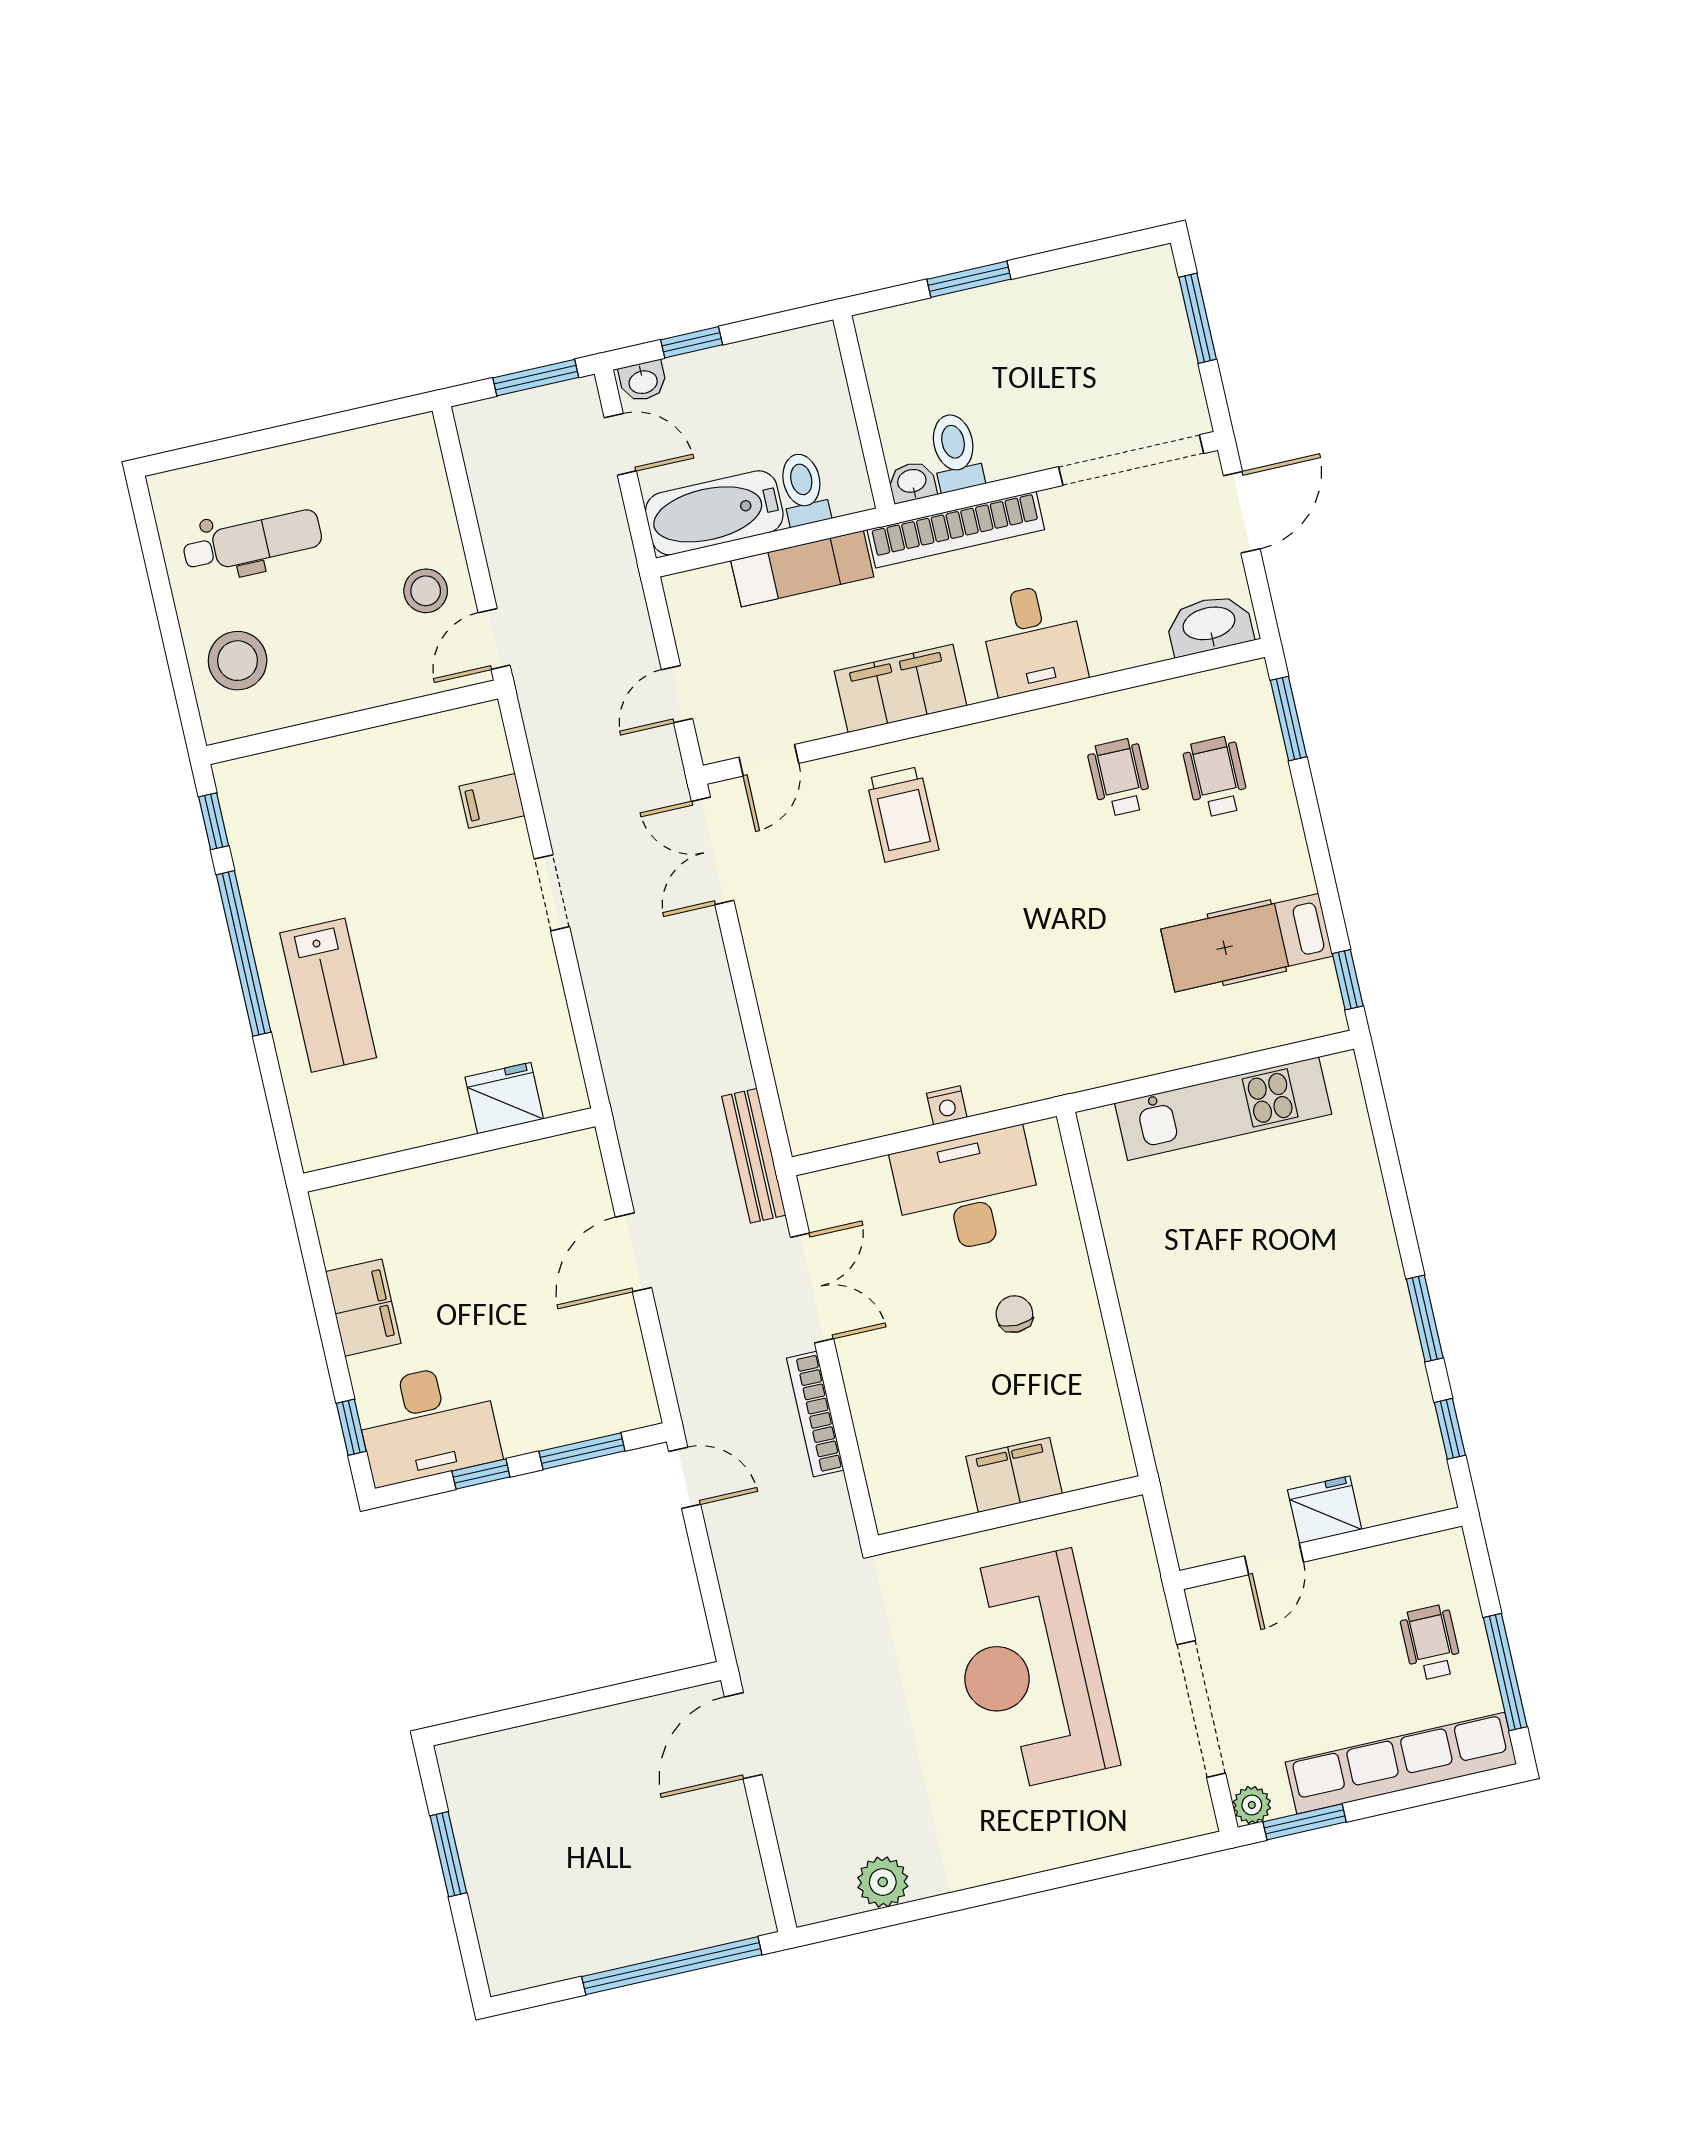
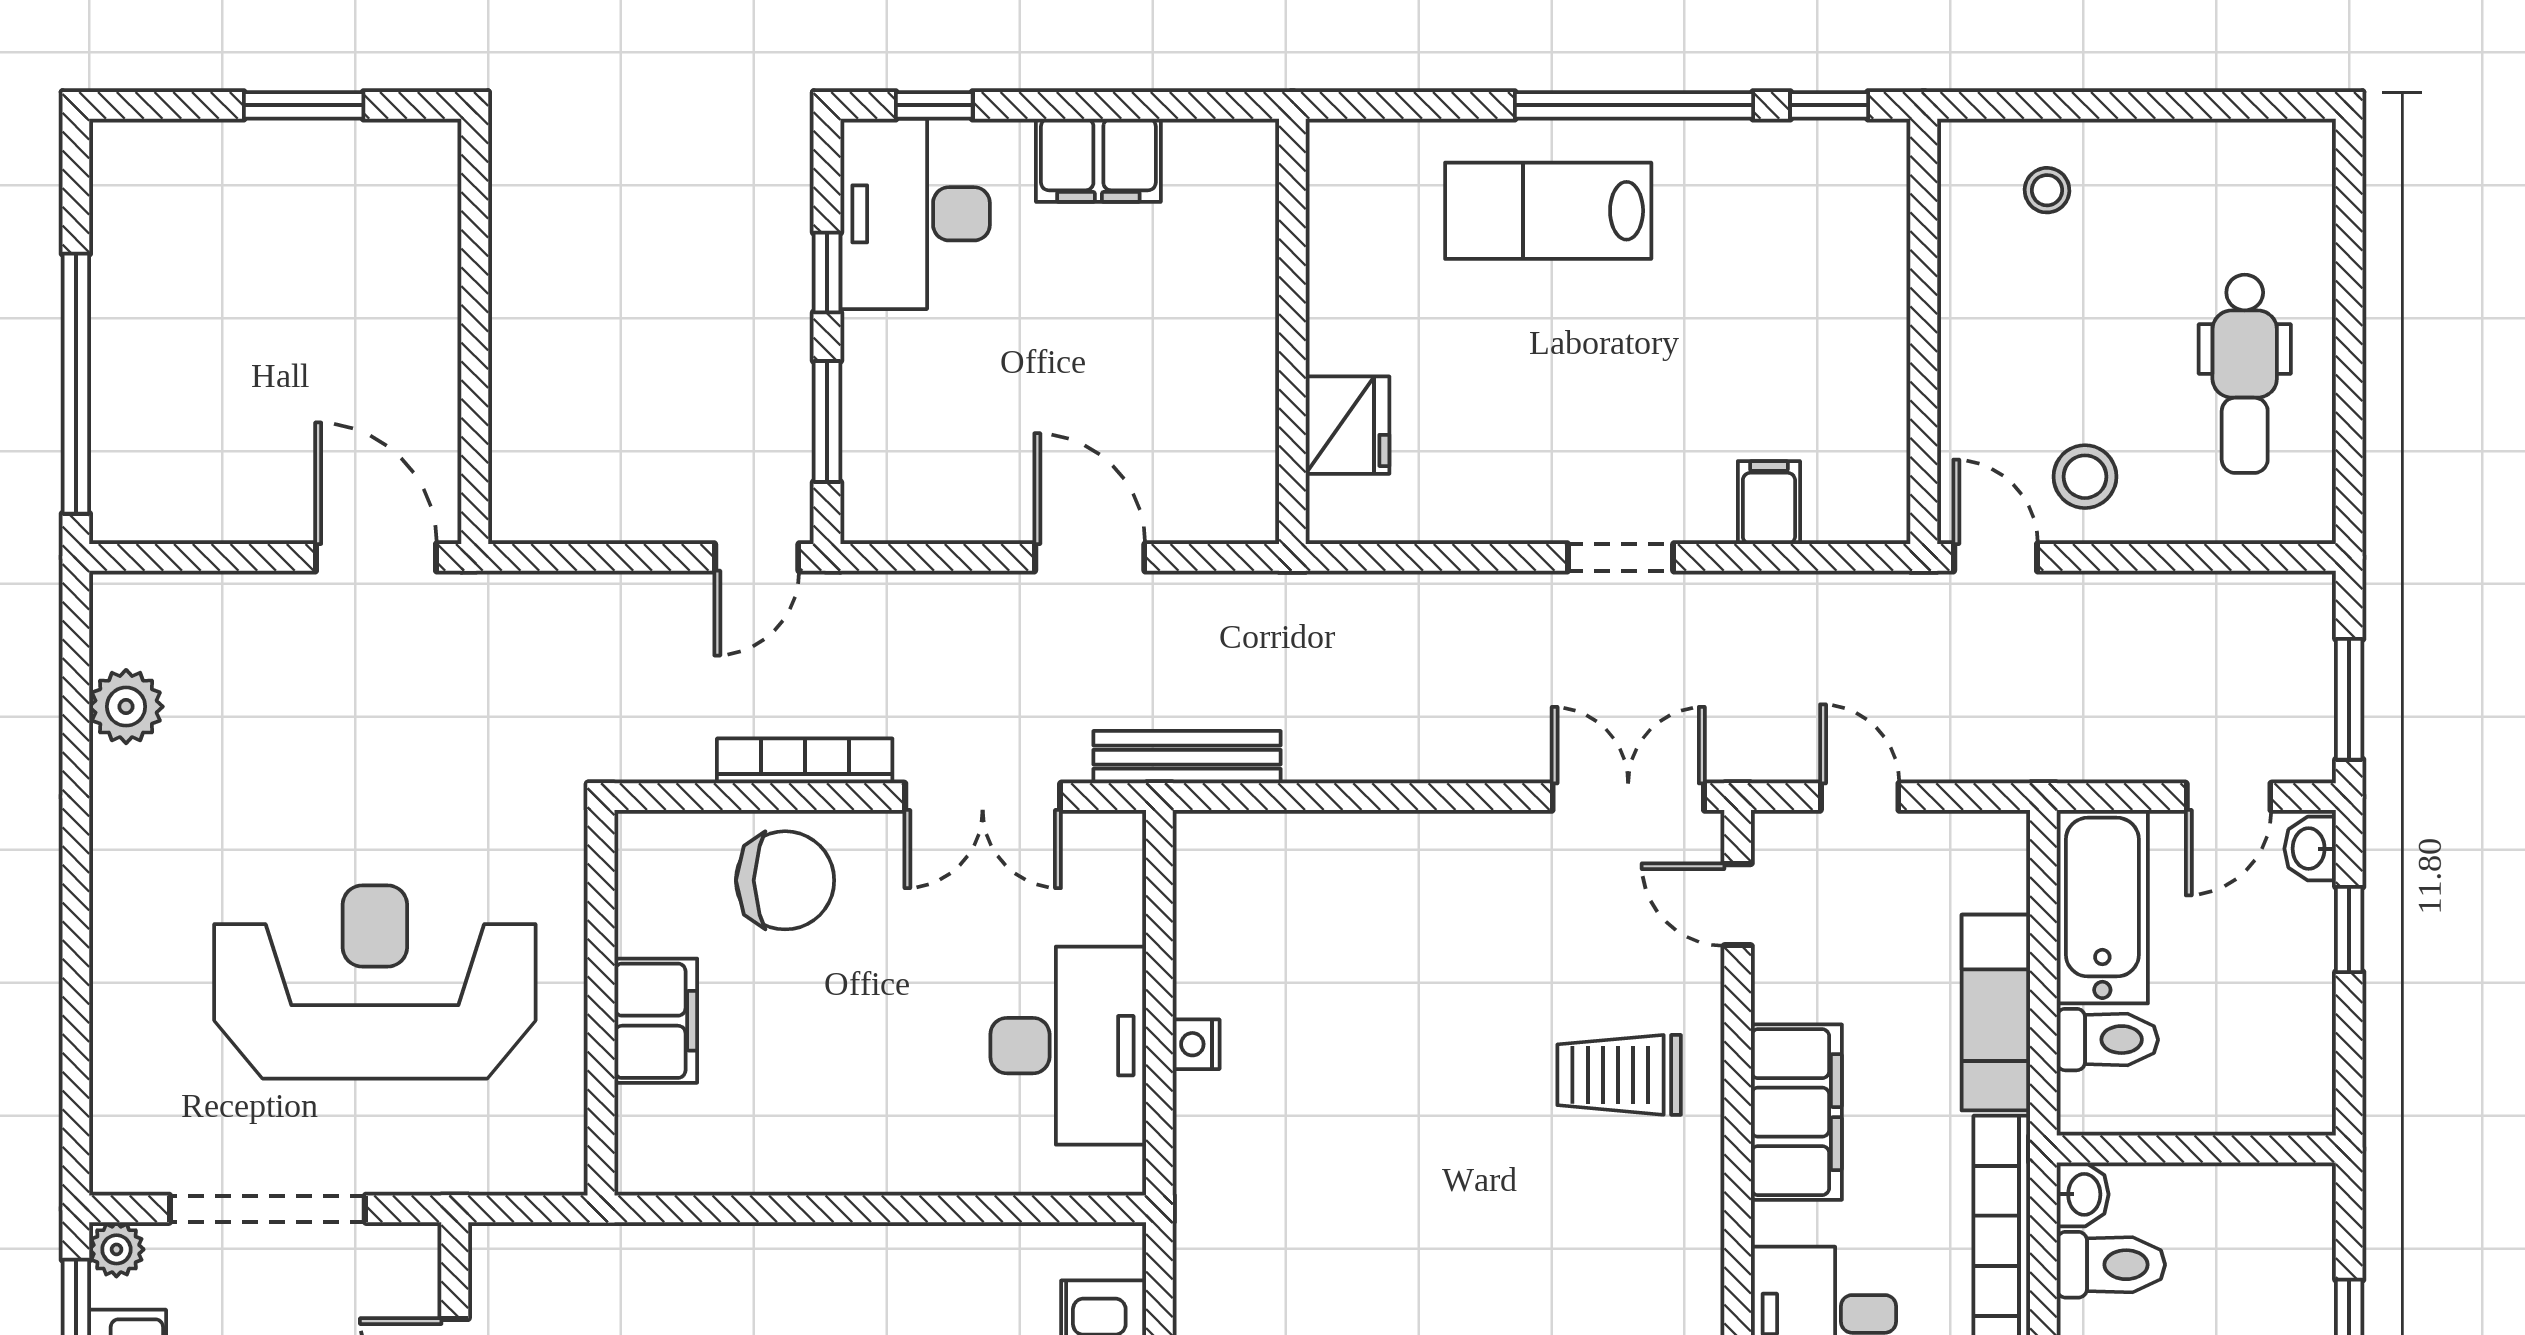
dental chair: (252, 542) -> (2245, 374), moved
stool: (238, 661) -> (2047, 190), width x0.53, depth x0.53
chair: (1014, 1314) -> (785, 880), moved, width x1.87, depth x1.87

